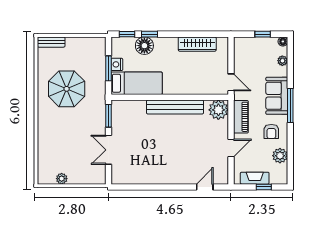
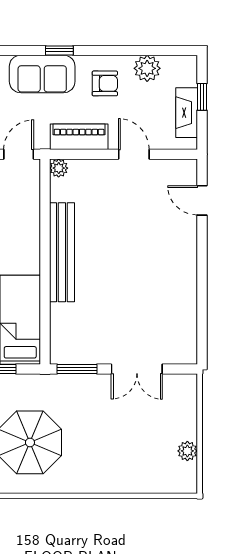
window: (290, 106) -> (59, 50), width x0.46
plant: (218, 110) -> (59, 168), width x0.53, depth x0.53

